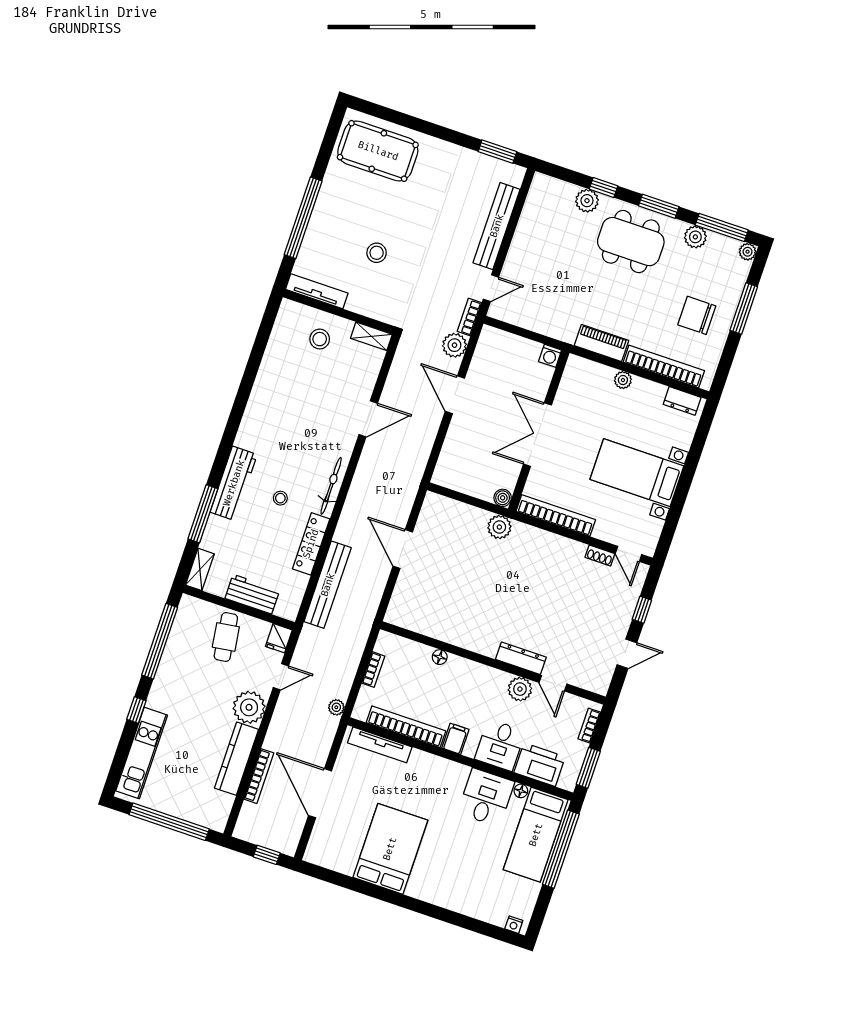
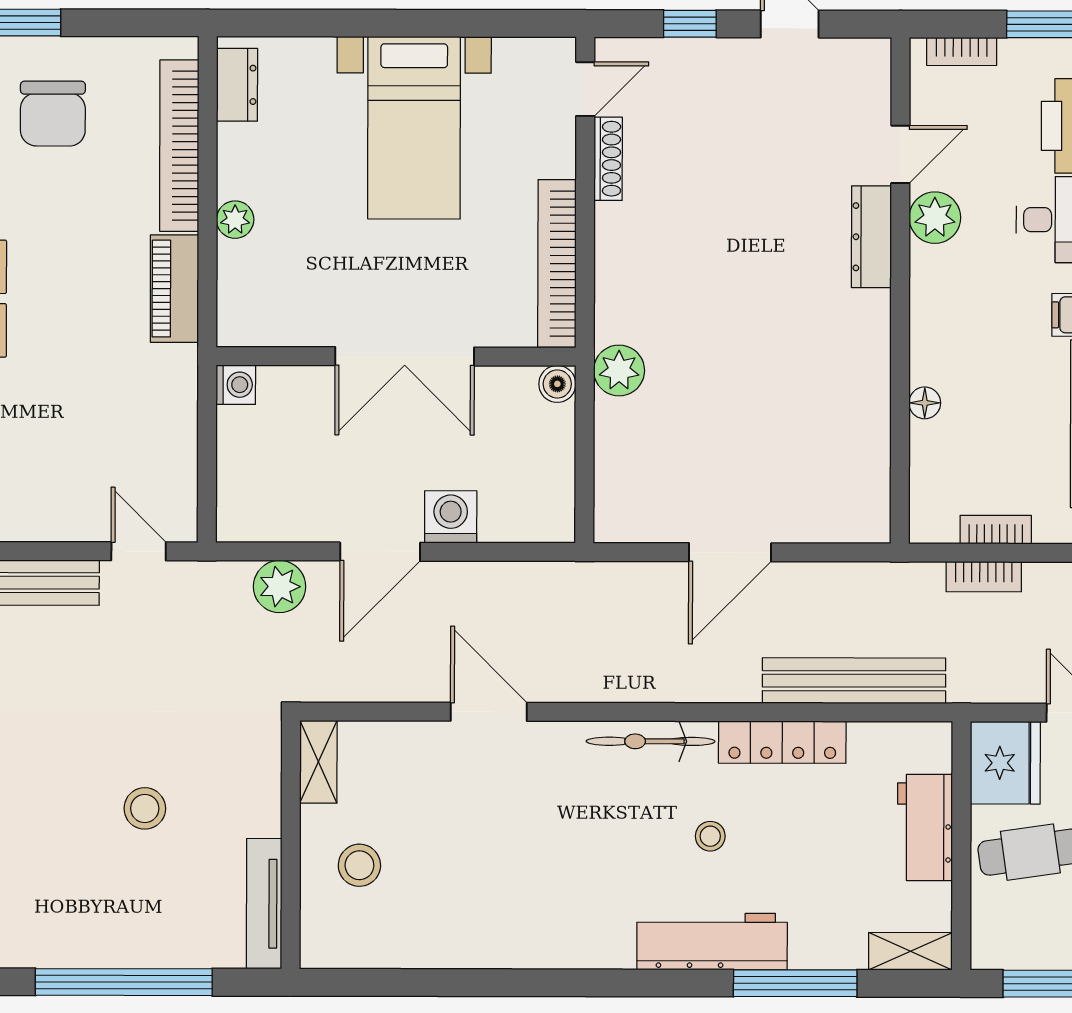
bookcase: (469, 317) -> (984, 577), moved
washing machine: (460, 431) -> (451, 517), added
shoe rack: (600, 556) -> (608, 159), width x1.43
fridge: (279, 638) -> (1005, 763), width x1.88, depth x1.34

